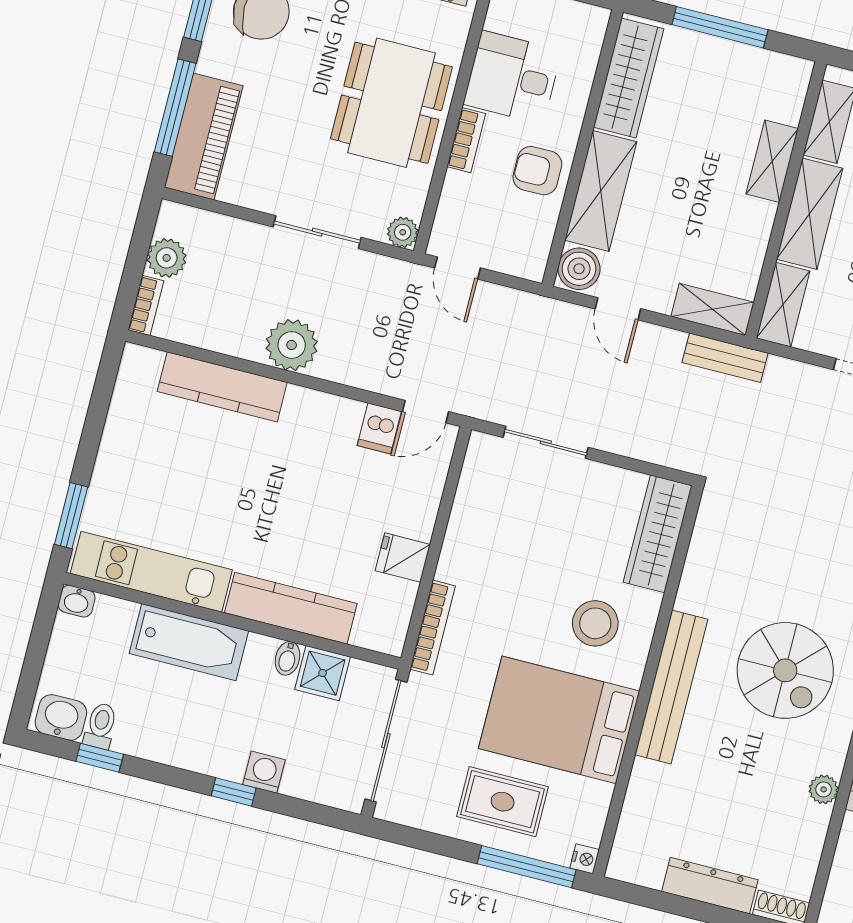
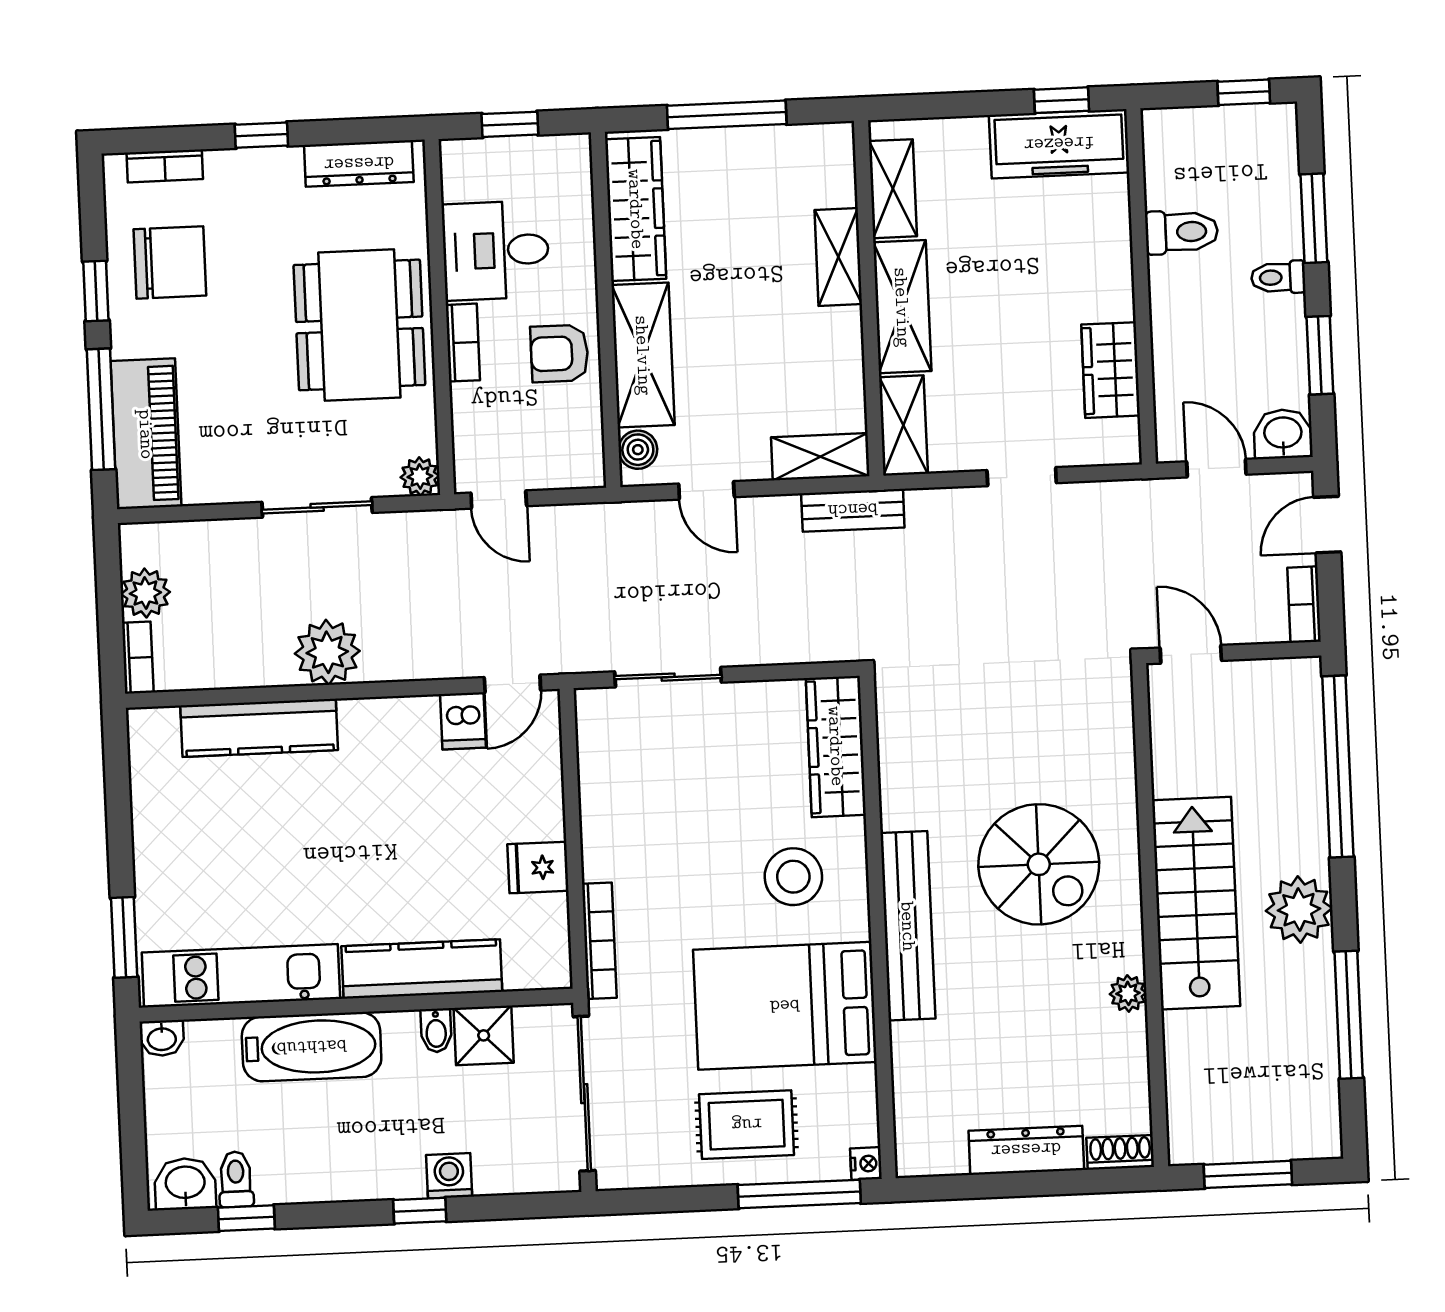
boiler: (579, 269) -> (638, 450), width x0.73, depth x0.73

